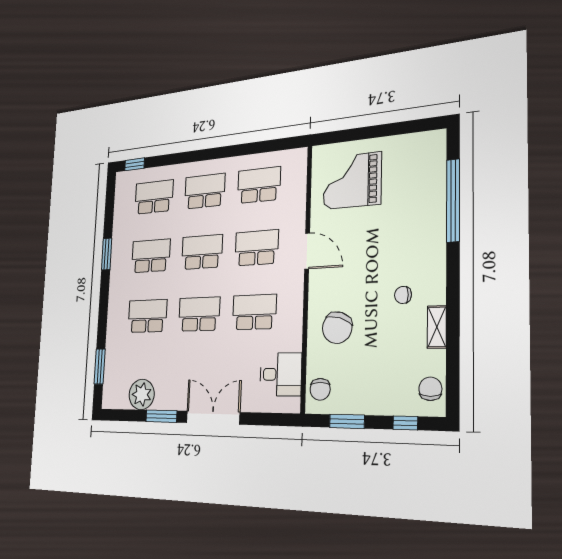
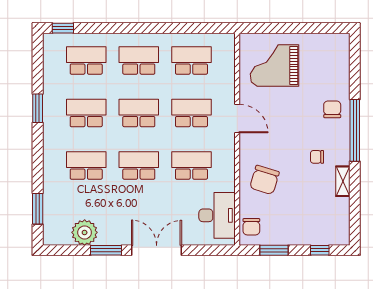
window: (453, 200) -> (355, 130), moved
desk: (281, 374) -> (217, 215), width x1.37
chair: (430, 389) -> (332, 109), moved

